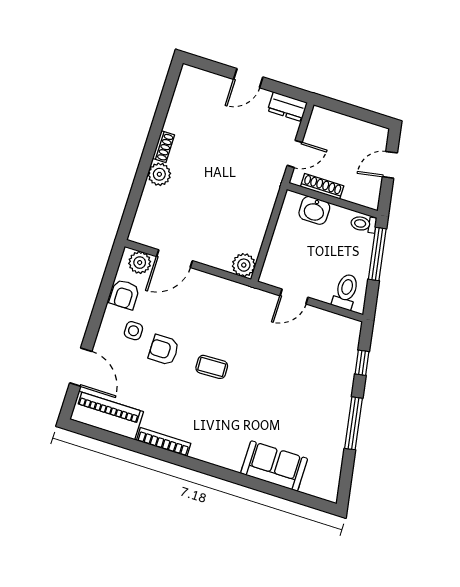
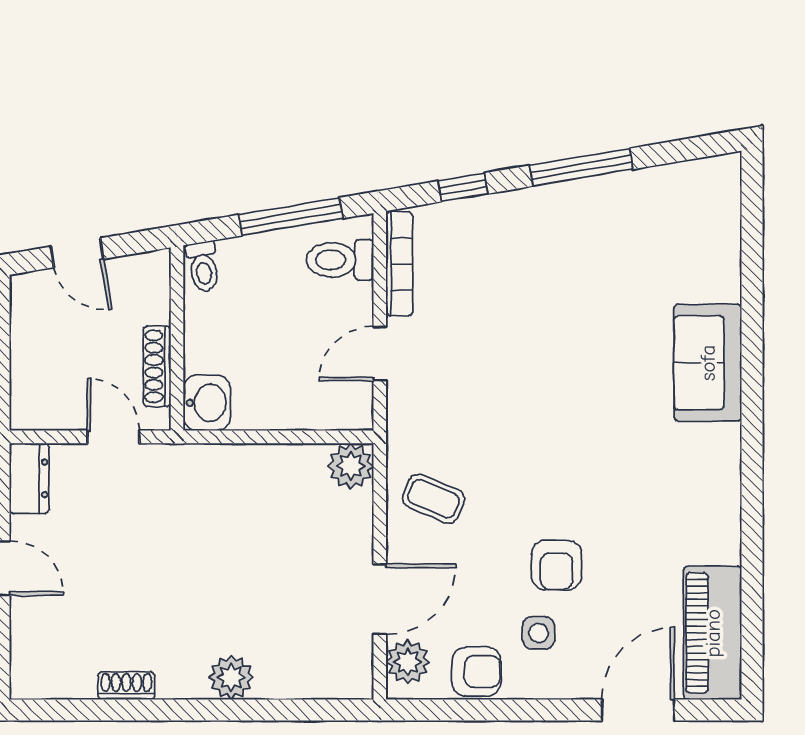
shoe rack: (164, 147) -> (126, 686), moved
washbasin: (314, 210) -> (207, 403), moved
window: (377, 254) -> (291, 217), moved
door: (174, 259) -> (380, 599), hinge flipped
door: (294, 297) -> (380, 354), swing flipped
coffee table: (212, 367) -> (433, 499), moved, turned -65
bookcase: (164, 442) -> (399, 264), moved, turned 180
sofa: (274, 466) -> (708, 363), moved

